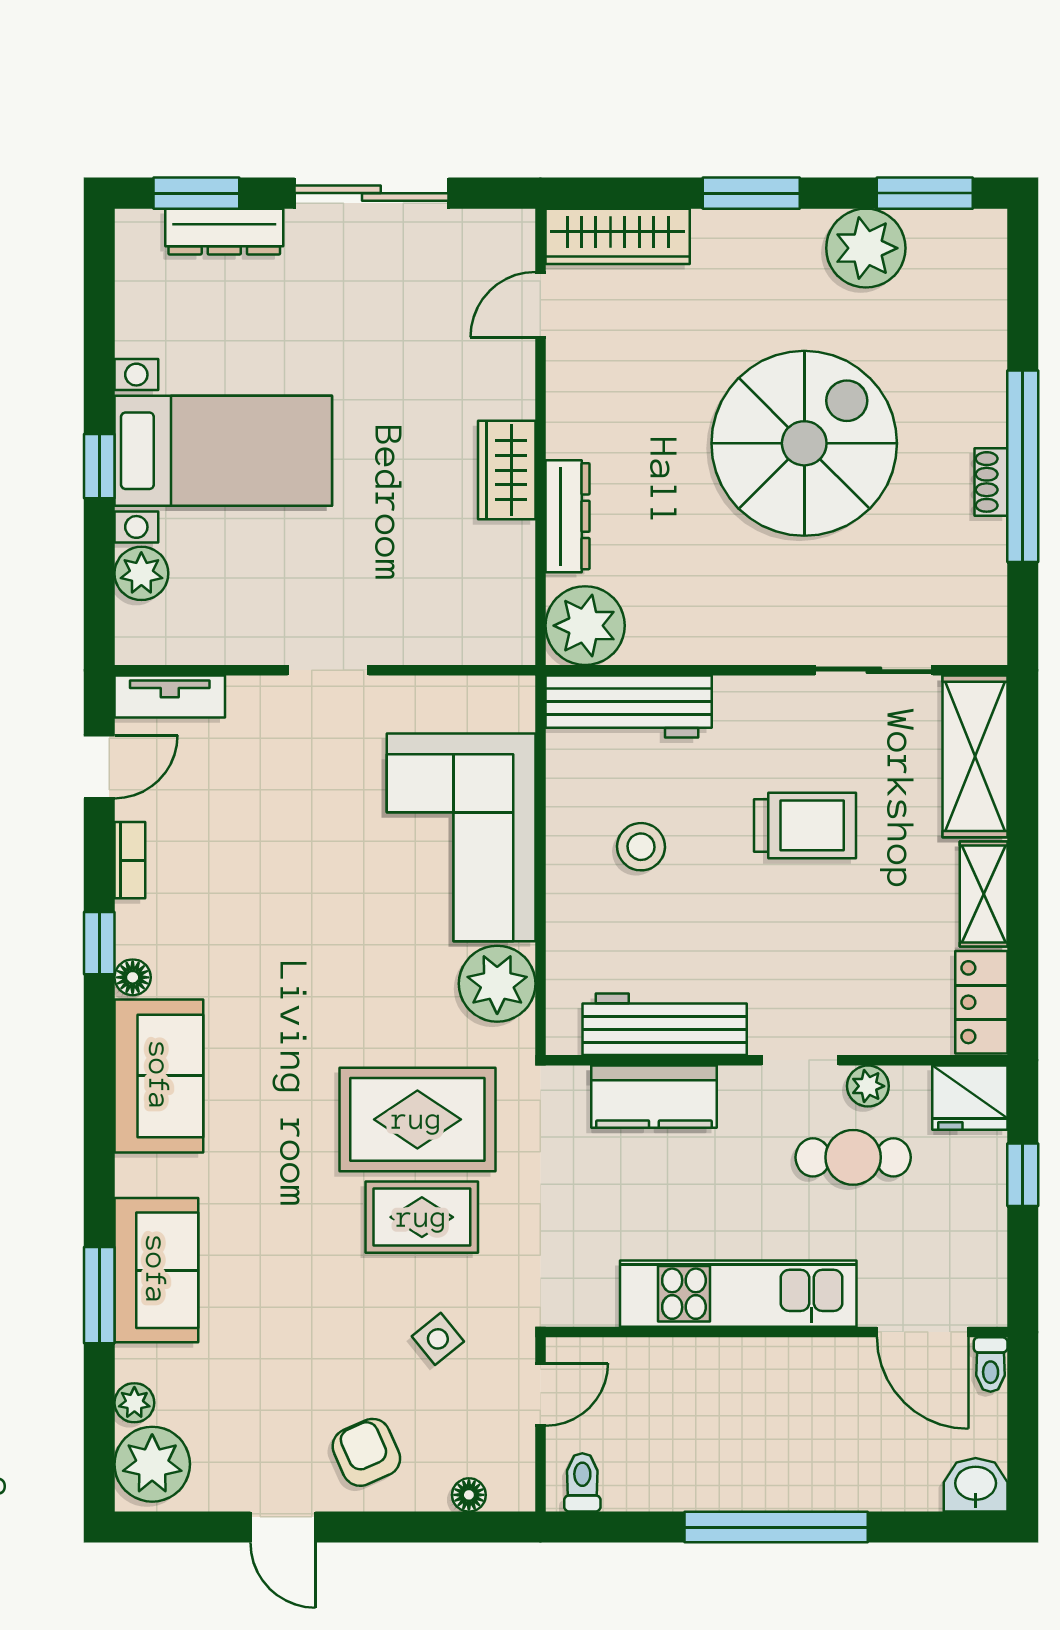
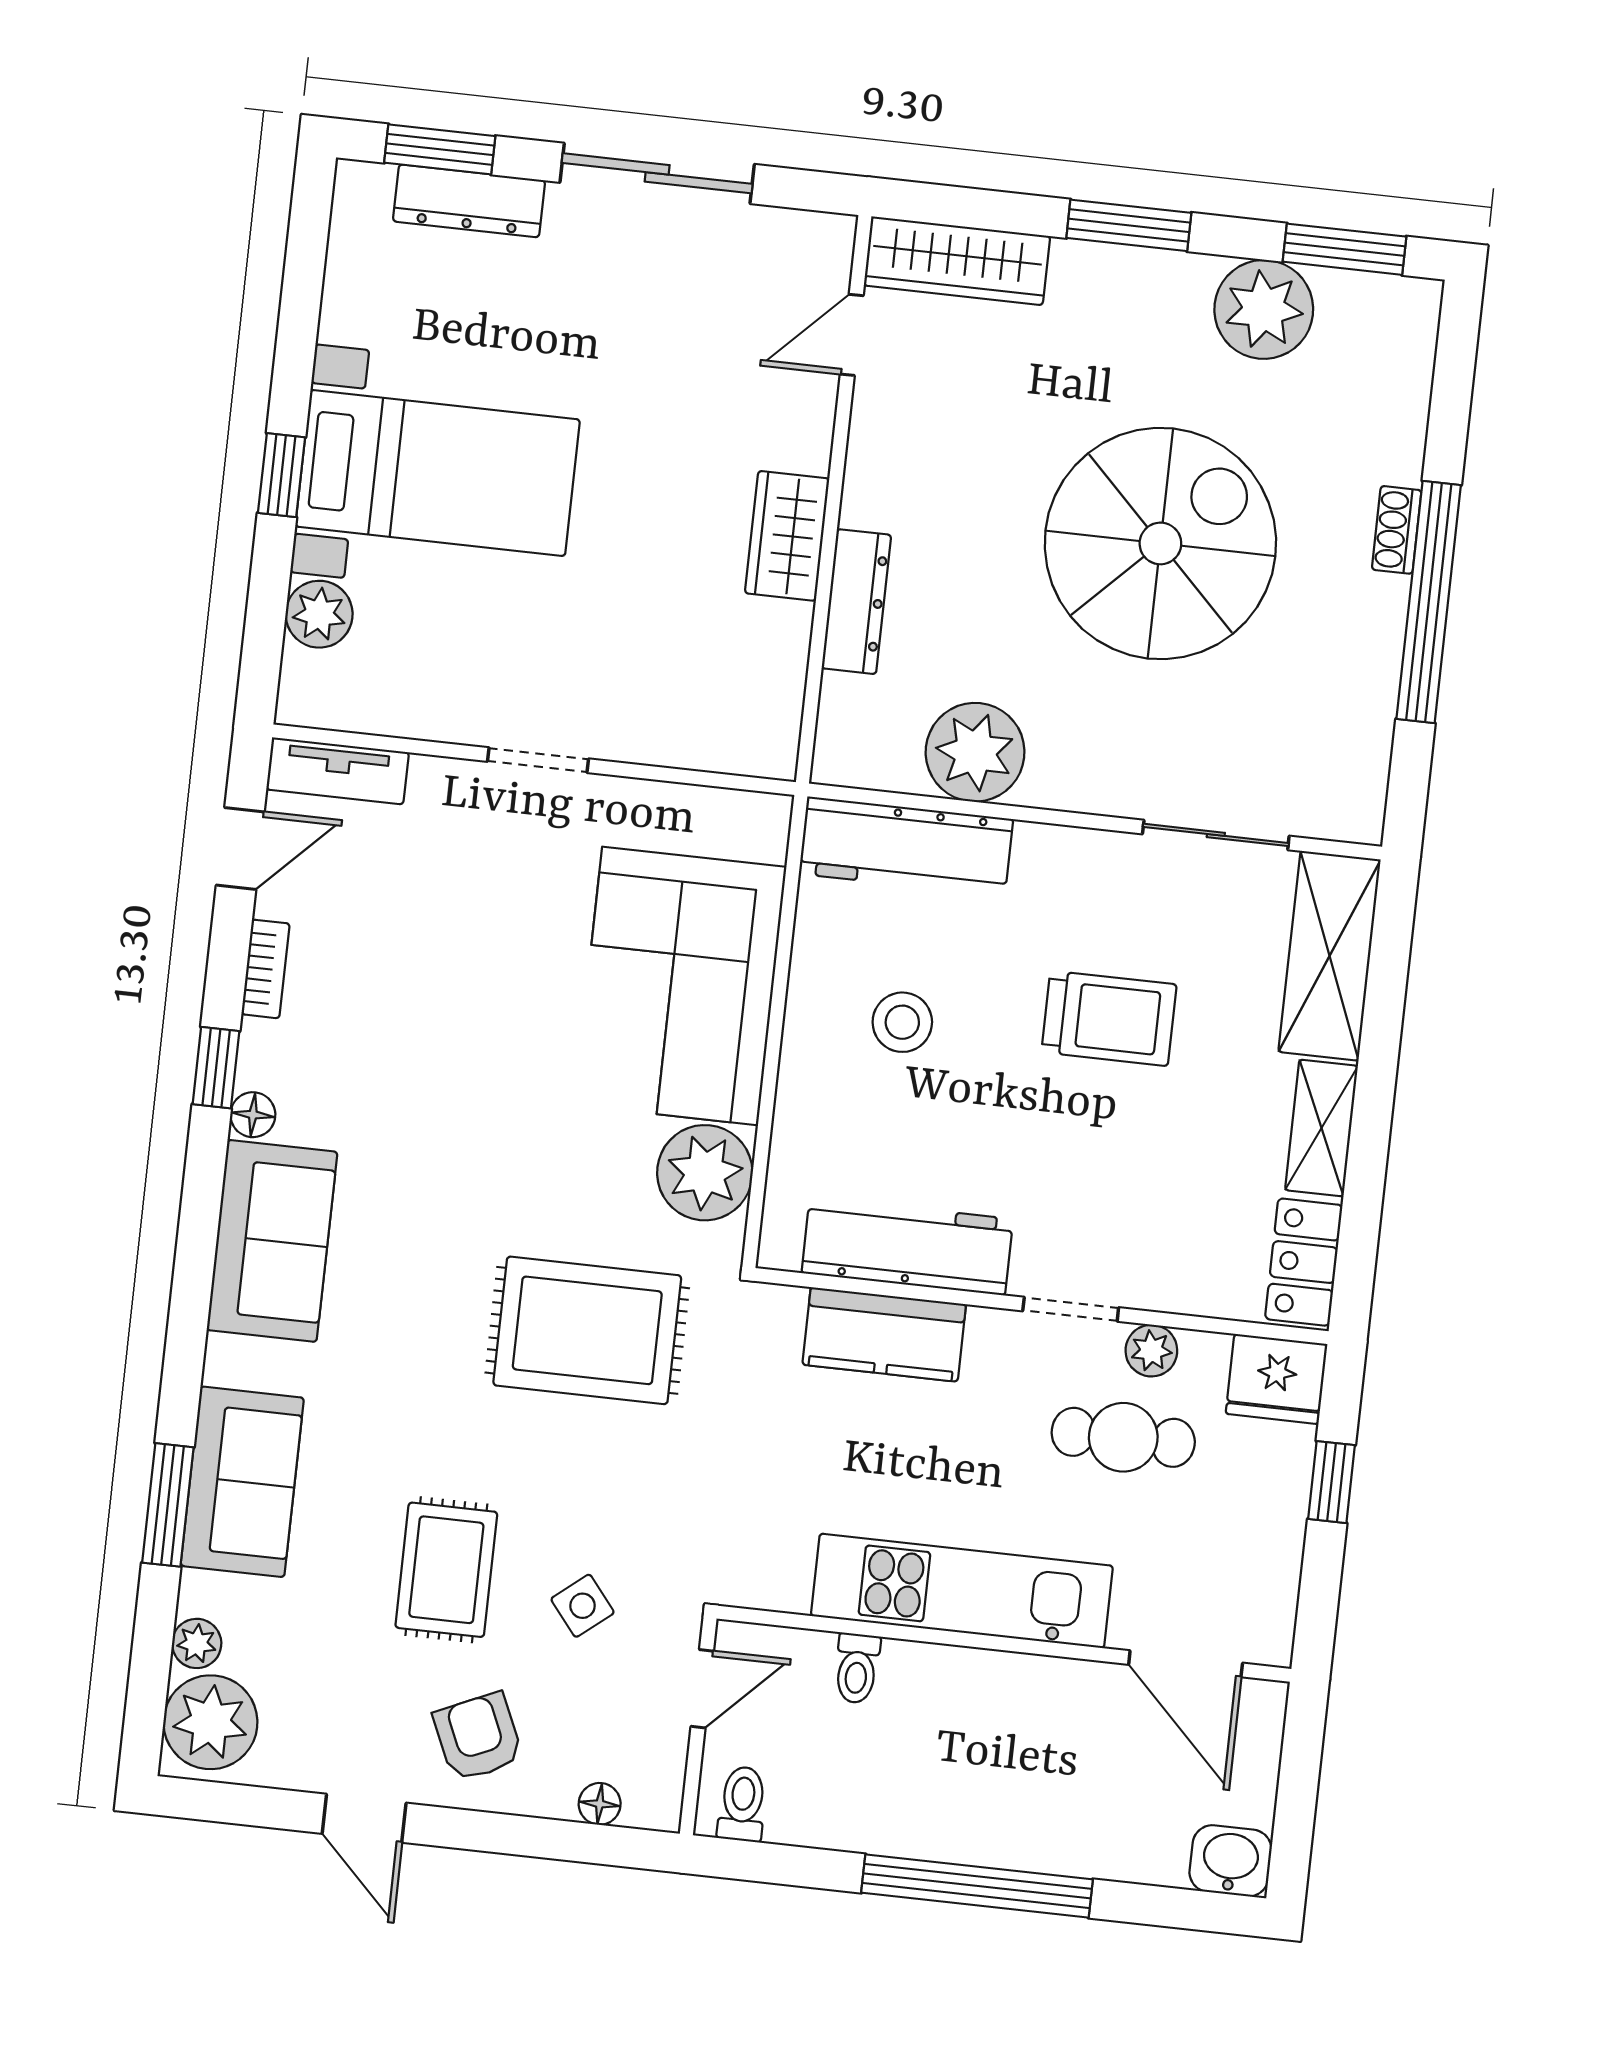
shoe rack: (991, 482) -> (1397, 530), moved
plant: (585, 626) -> (975, 752), moved
rug: (422, 1217) -> (446, 1570), moved, turned 90
toilet: (991, 1365) -> (857, 1668), moved

